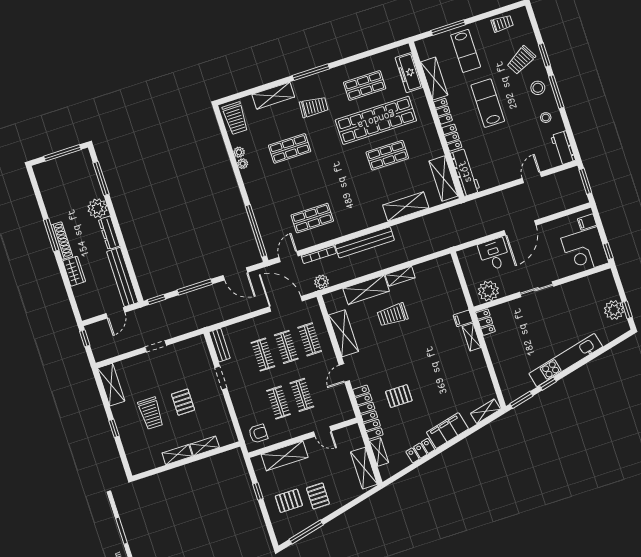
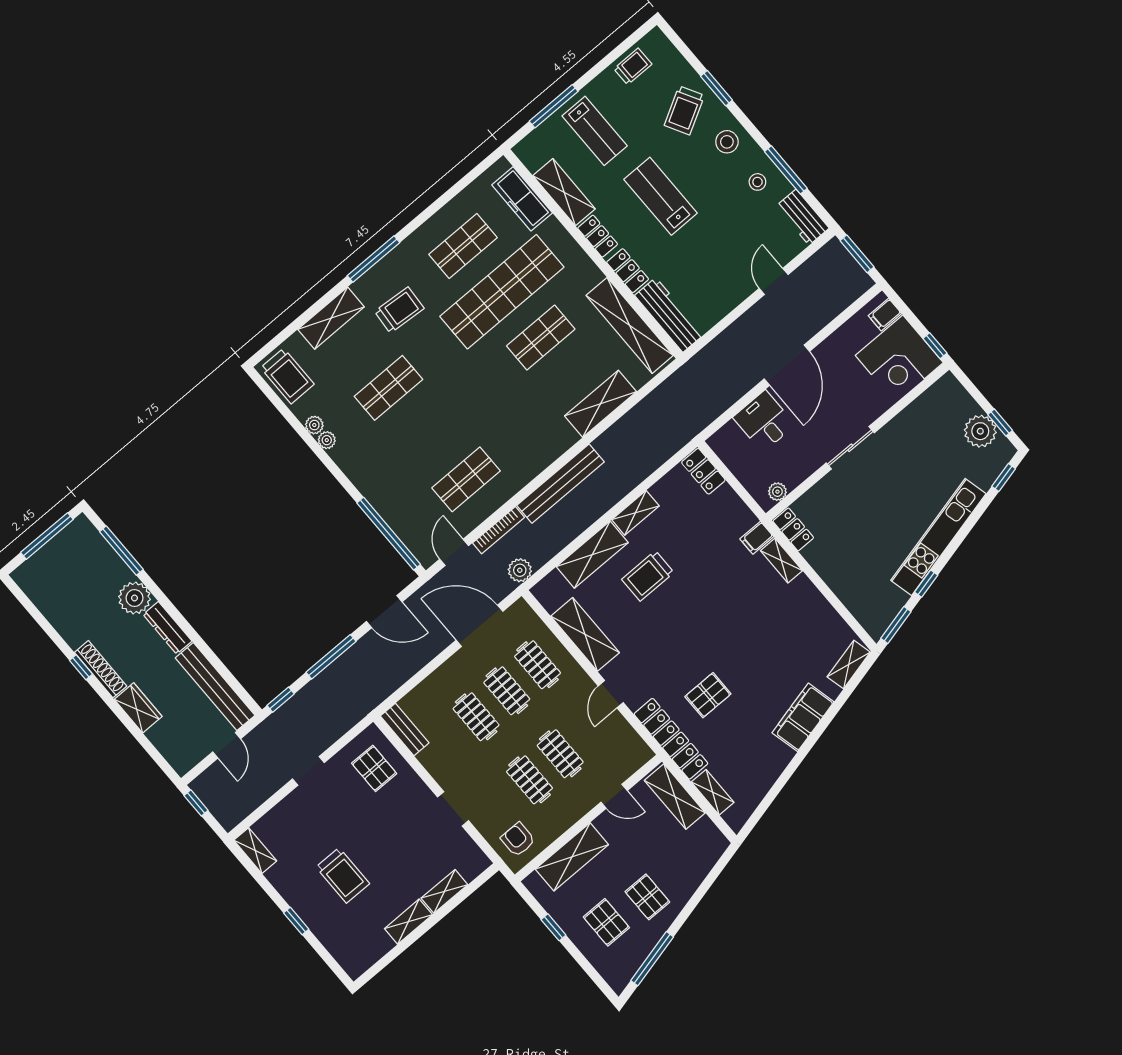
window: (556, 92) -> (786, 170), moved
shelving: (443, 179) -> (630, 325), width x1.47
window: (51, 235) -> (81, 667), width x0.46
plant: (488, 291) -> (777, 492), width x0.53, depth x0.53
window: (616, 342) -> (1004, 477), added
doorway: (221, 378) -> (453, 809), moved
shelving: (111, 385) -> (255, 851), width x0.67, depth x0.75
pallet: (183, 402) -> (374, 768), moved
armchair: (258, 434) -> (518, 839), turned -90
locker: (420, 451) -> (703, 471), moved, turned -76
shelving: (364, 468) -> (675, 797), moved
pallet: (289, 501) -> (606, 922), turned 90

